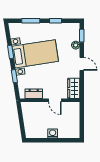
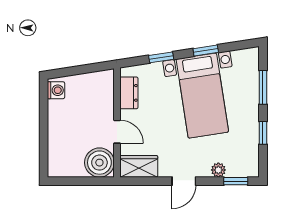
door: (55, 100) -> (117, 132), swing flipped
boiler: (72, 110) -> (99, 163), added
washing machine: (53, 133) -> (56, 90), moved

